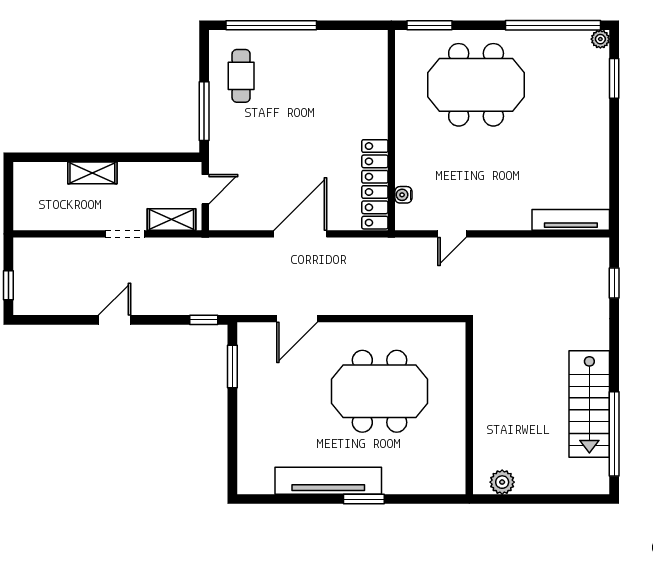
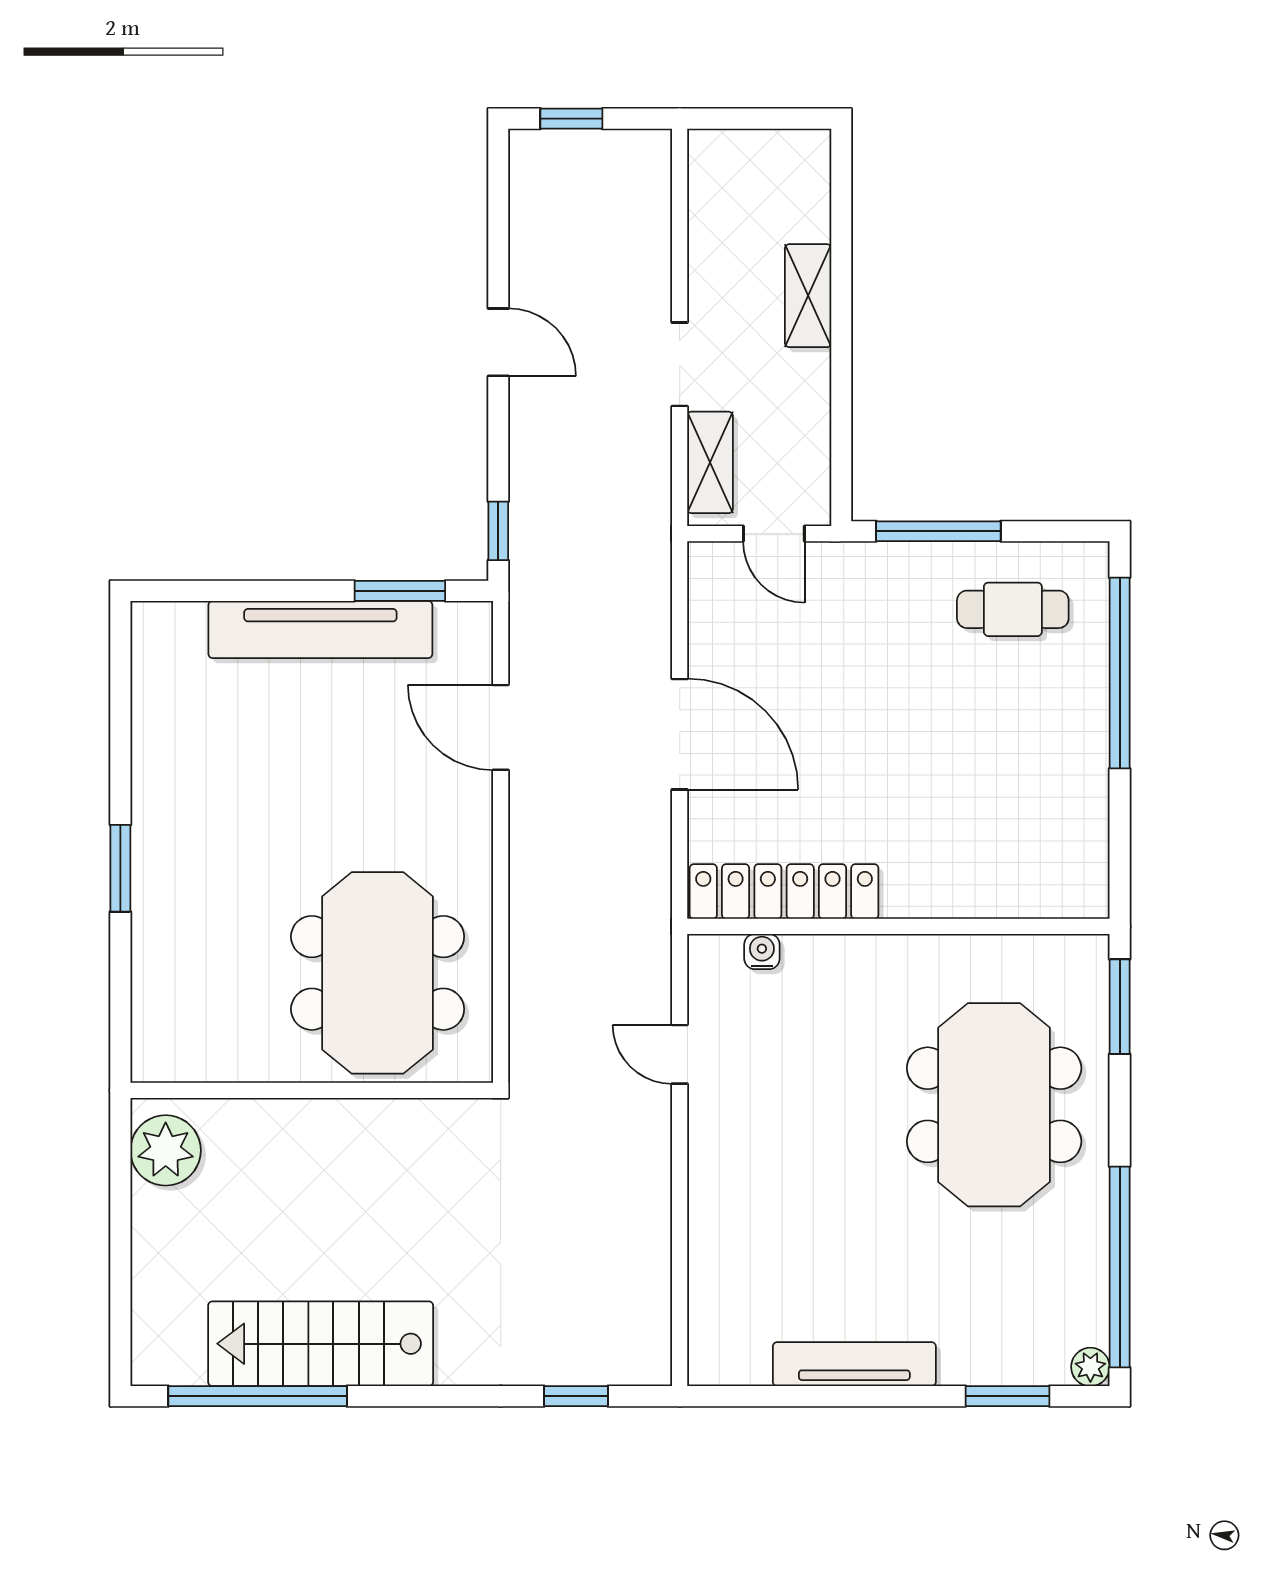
tv unit: (571, 220) -> (854, 1364), moved, turned -90
meeting table: (380, 391) -> (378, 973), moved
tv unit: (328, 481) -> (320, 629), moved, turned 90
plant: (502, 482) -> (166, 1150), width x1.36, depth x1.36

